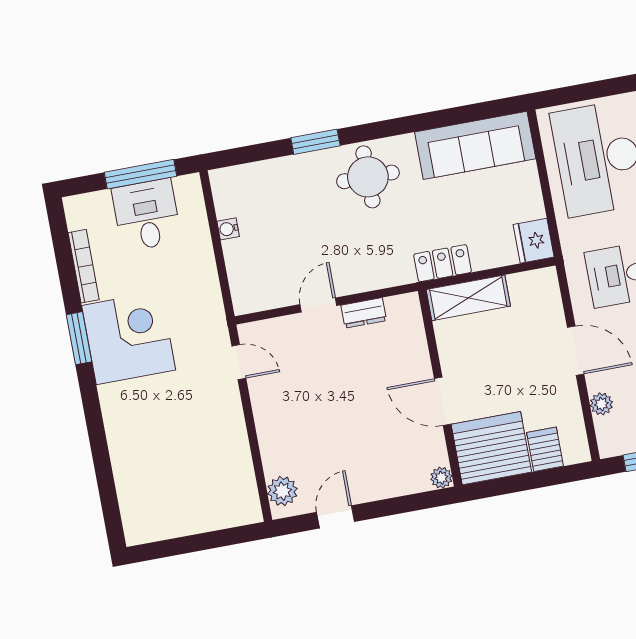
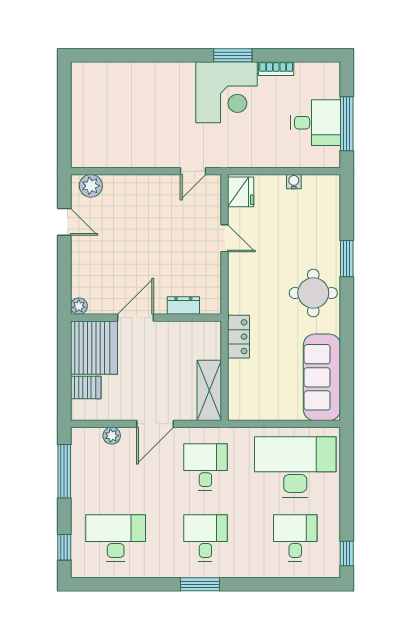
fridge: (534, 241) -> (241, 192), moved, turned 90
bookcase: (84, 266) -> (276, 69), width x0.64
shelving: (468, 298) -> (209, 390), moved
dresser: (364, 313) -> (183, 306), moved, turned 90

